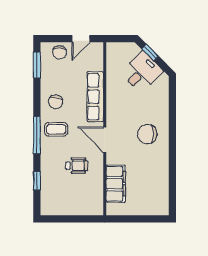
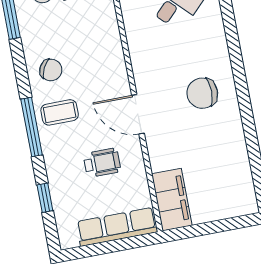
row of seats: (95, 97) -> (117, 227), moved, turned 90
chair: (56, 102) -> (51, 70), turned -73
filing cabinet: (116, 184) -> (172, 200), moved

